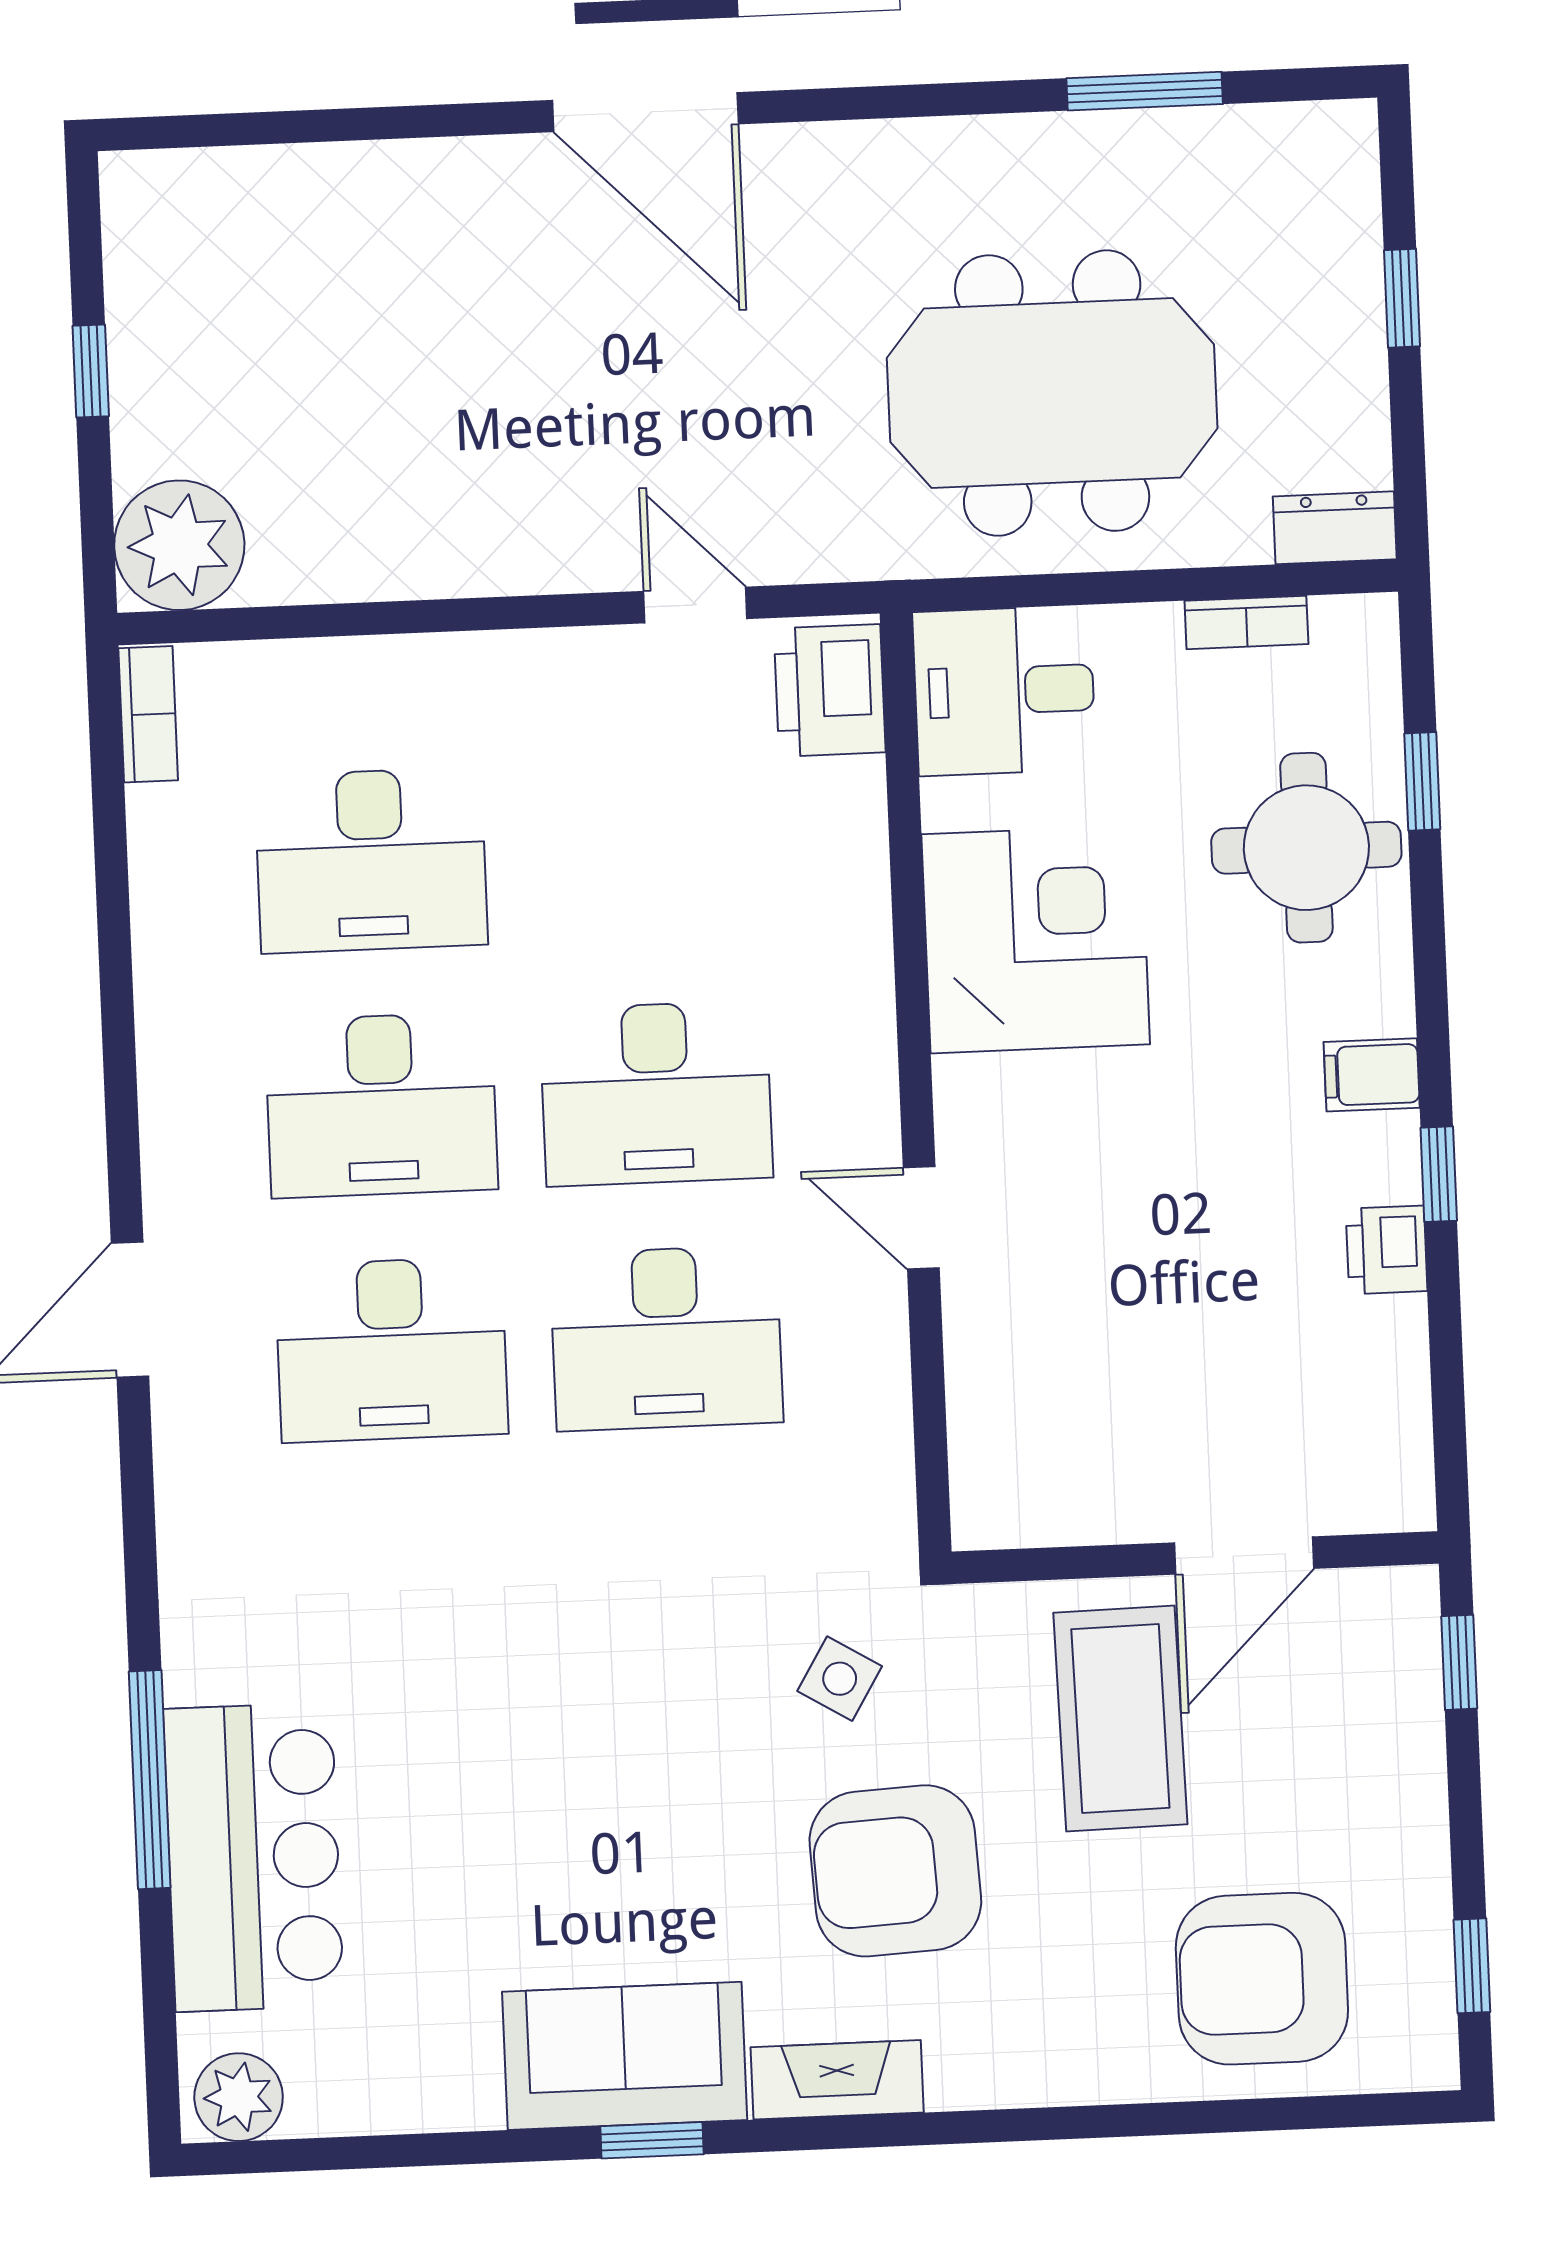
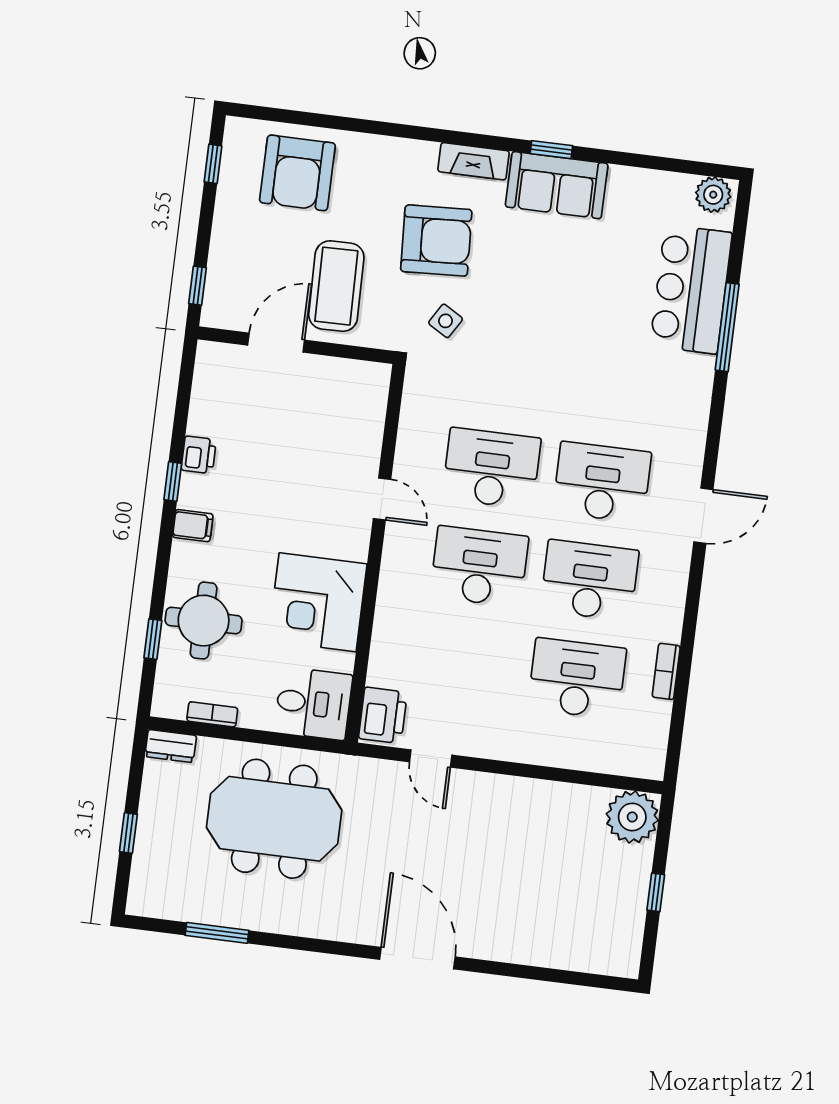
bookcase: (148, 714) -> (666, 671), moved
armchair: (1262, 1979) -> (297, 173), turned 90

